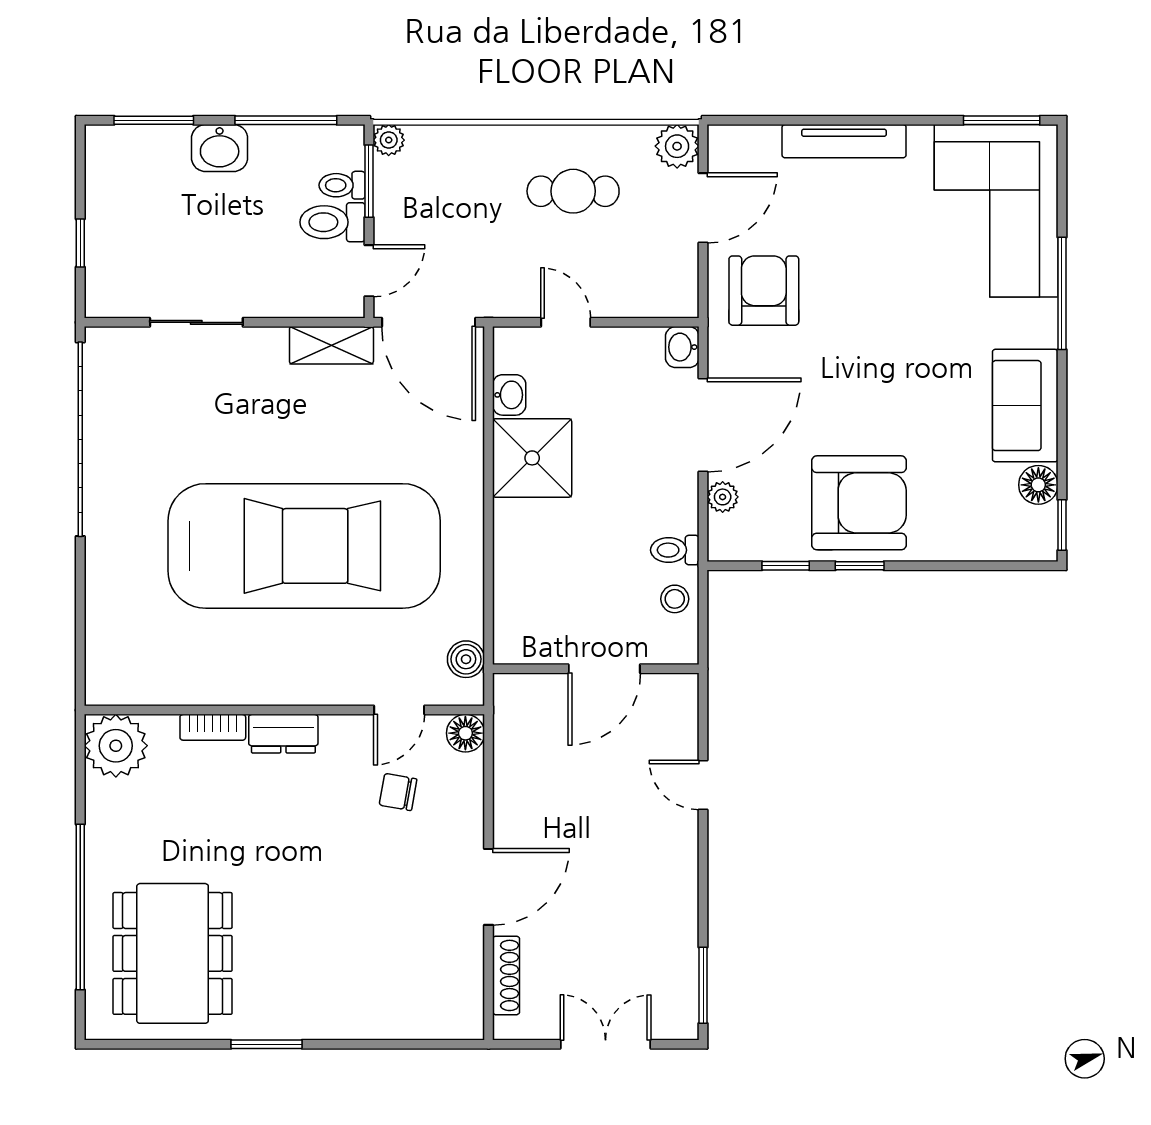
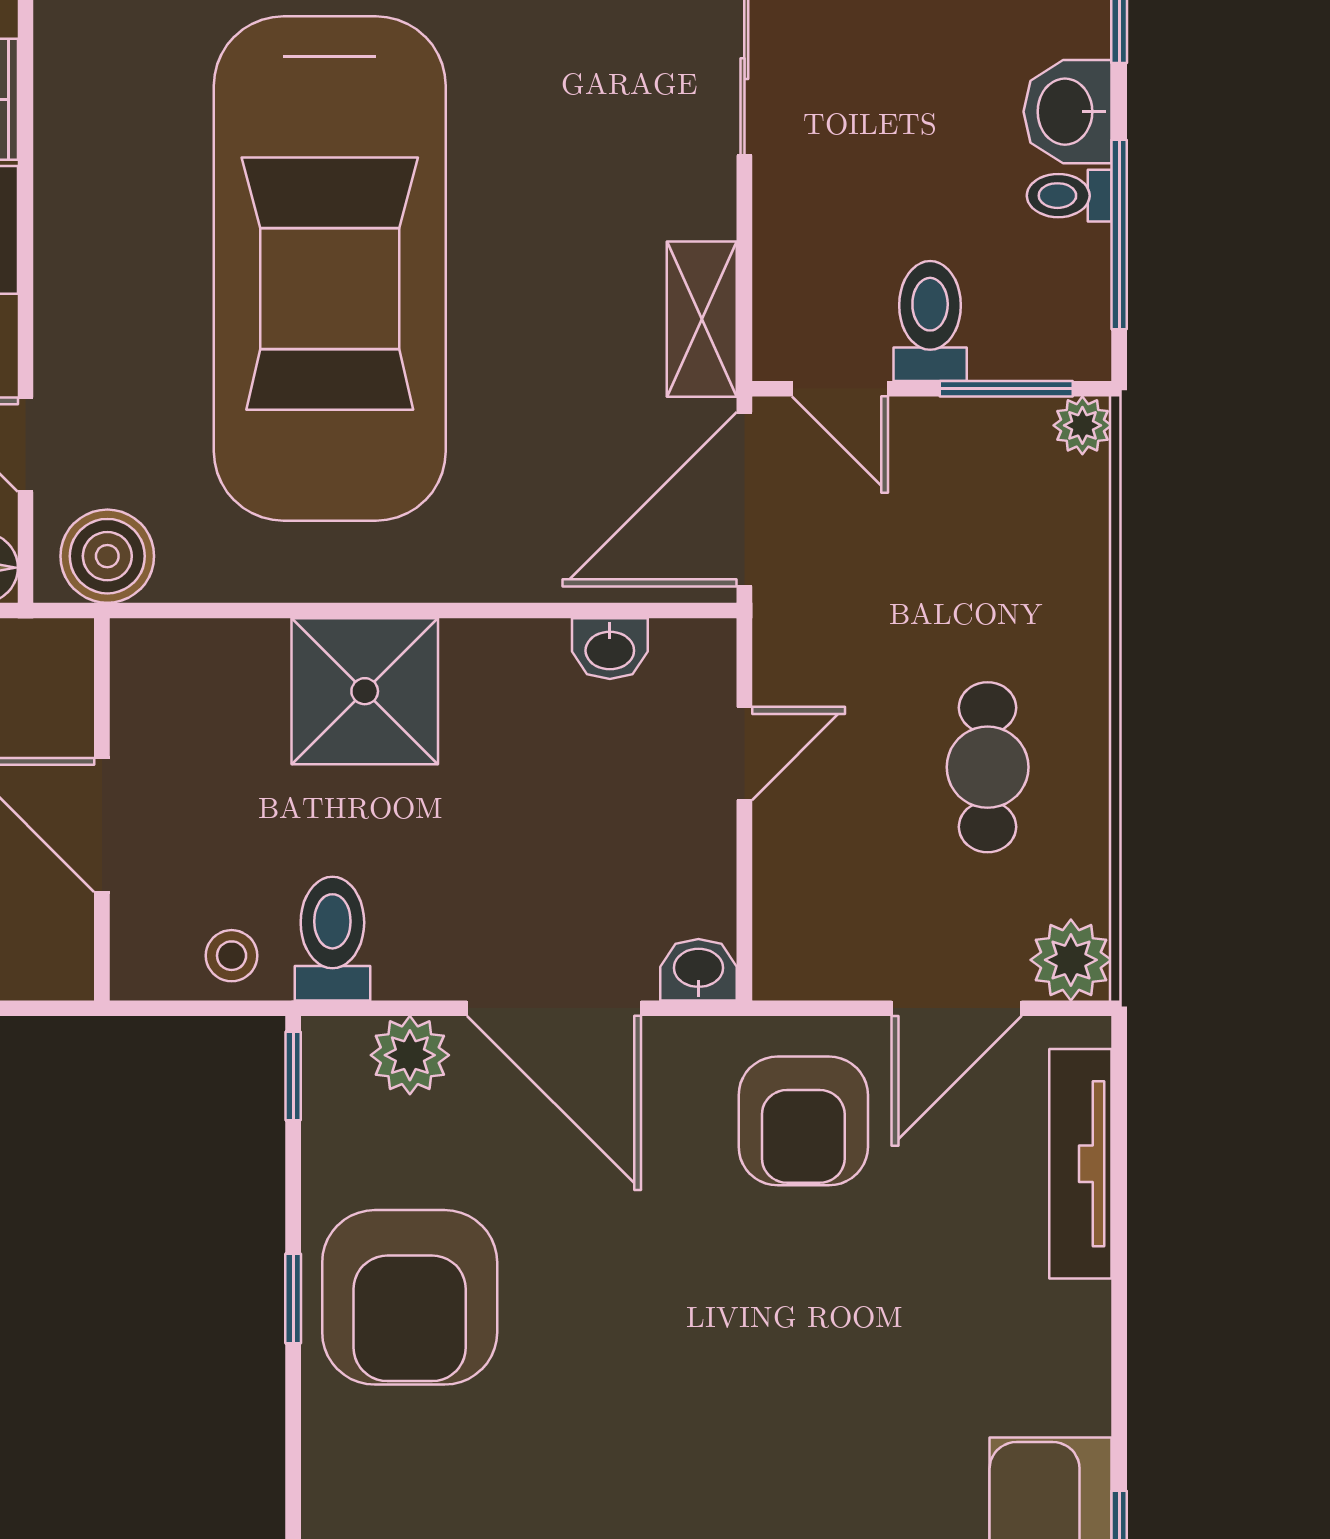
tv unit: (844, 141) -> (1080, 1164), moved
toilet: (342, 185) -> (1069, 196), moved, turned -90
door: (703, 208) -> (957, 1008), hinge flipped
armchair: (764, 291) -> (803, 1121), turned 90
shower: (532, 458) -> (365, 691), moved
plant: (723, 497) -> (410, 1055), width x1.38, depth x1.38
toilet: (675, 550) -> (332, 939), width x1.37, depth x1.39
window: (786, 566) -> (293, 1076), moved
boiler: (466, 659) -> (107, 556), width x1.36, depth x1.36

